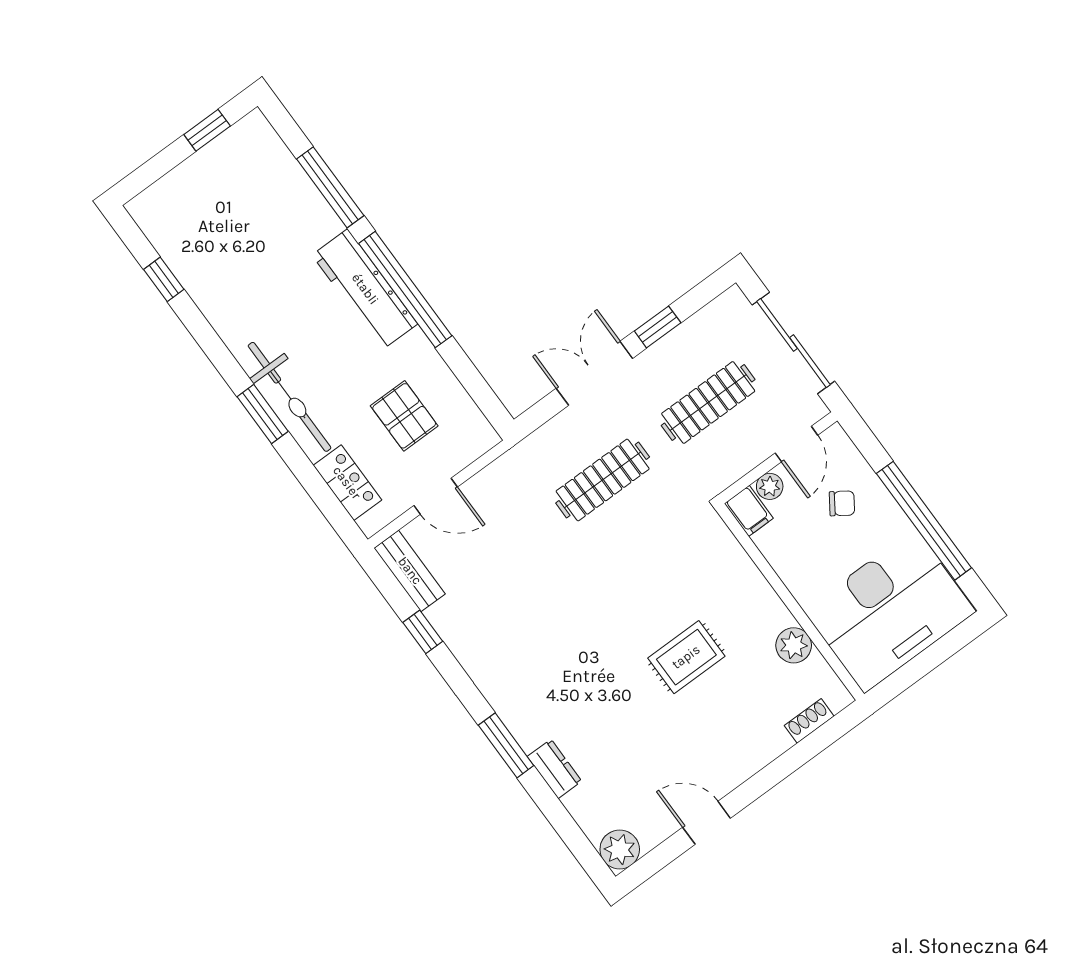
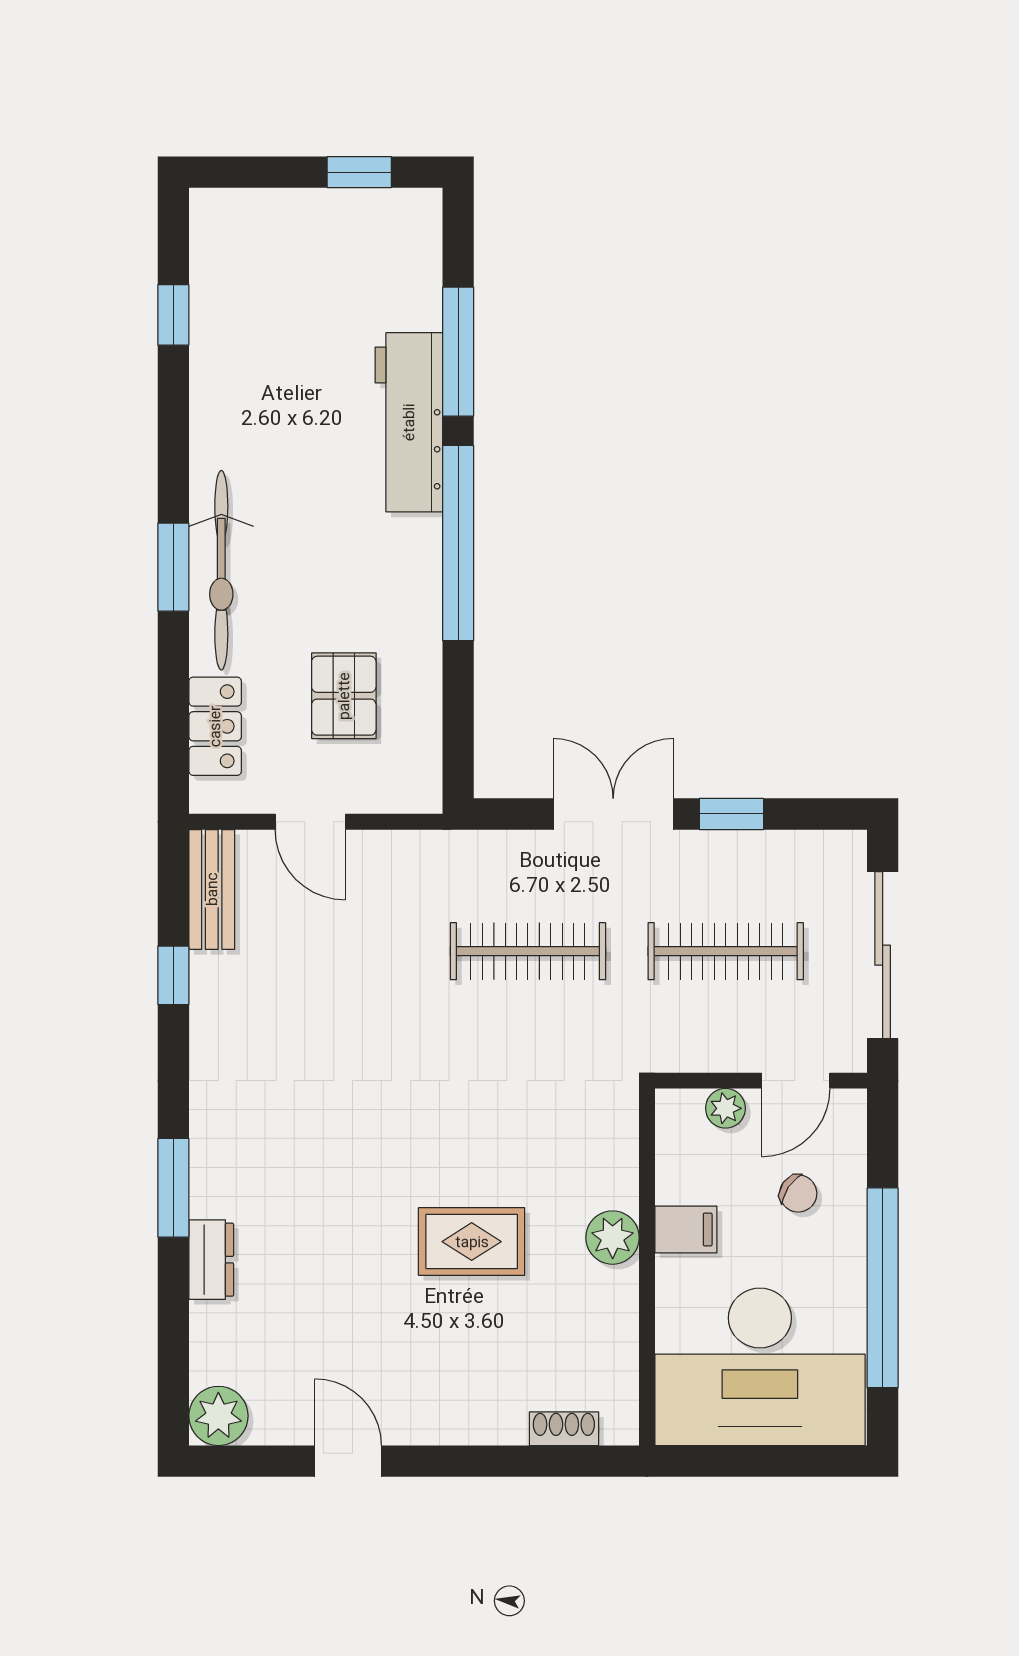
workbench: (365, 289) -> (409, 422), moved
filing cabinet: (749, 511) -> (686, 1229), moved, turned -90
plant: (794, 645) -> (613, 1238), moved

